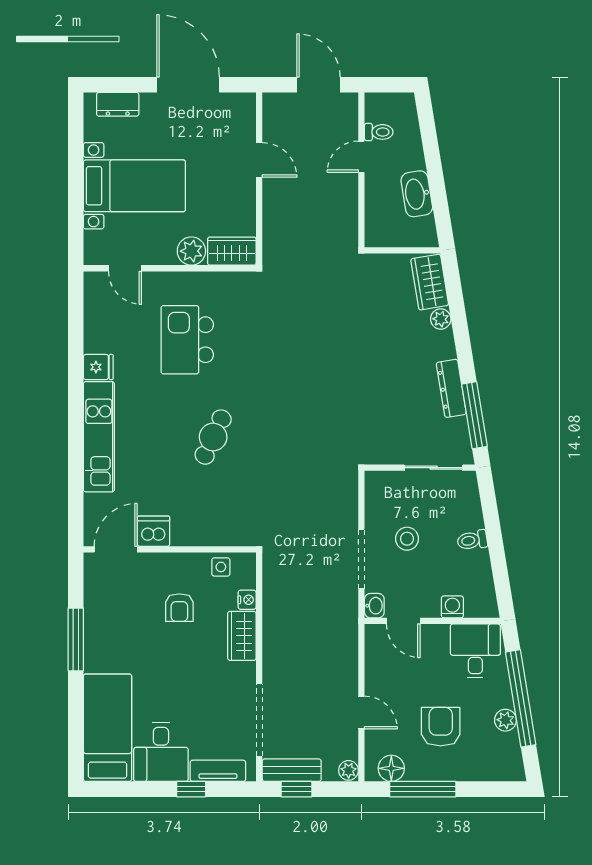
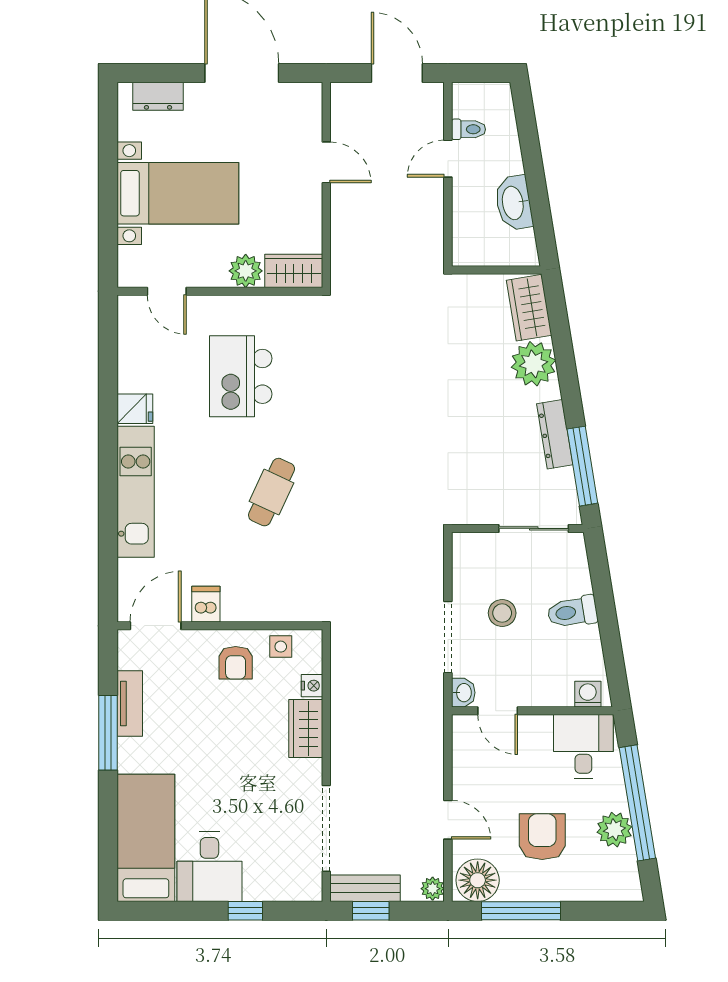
plant: (441, 319) -> (533, 364), width x1.87, depth x1.87
dishwasher: (154, 531) -> (206, 604), width x0.73
toilet: (472, 540) -> (572, 612), width x1.37, depth x1.39
washing machine: (452, 607) -> (588, 694), moved
armchair: (179, 608) -> (236, 663), moved
plant: (505, 720) -> (614, 830), width x1.38, depth x1.38
floor lamp: (391, 768) -> (478, 880), width x1.38, depth x1.38
tv unit: (218, 771) -> (130, 703), moved, turned 90

